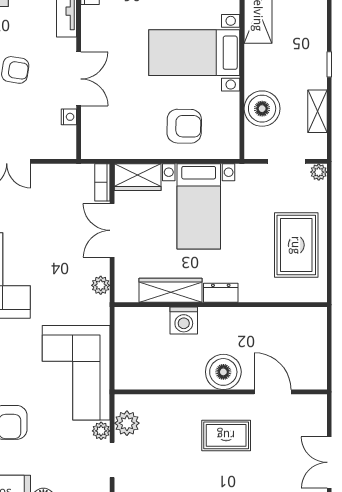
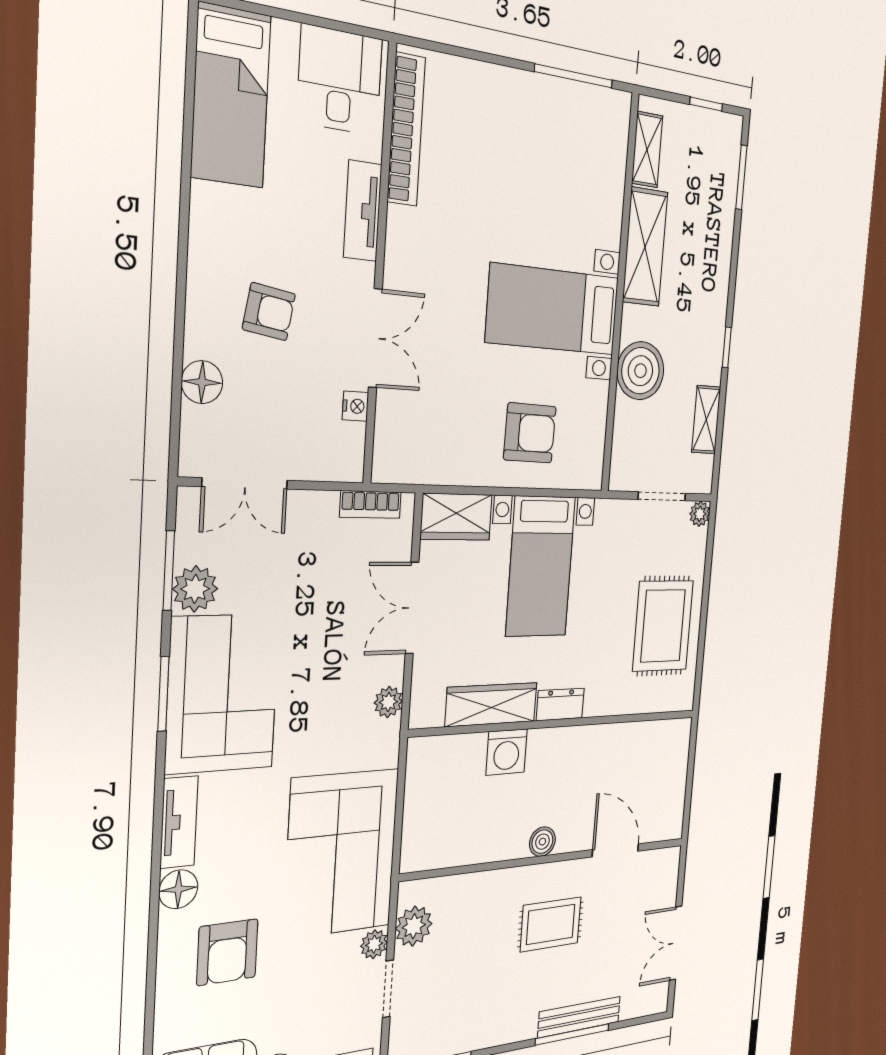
boiler: (262, 109) -> (640, 371), moved
bookcase: (102, 182) -> (371, 505), moved, turned -90
boiler: (223, 372) -> (542, 842), width x0.54, depth x0.54

